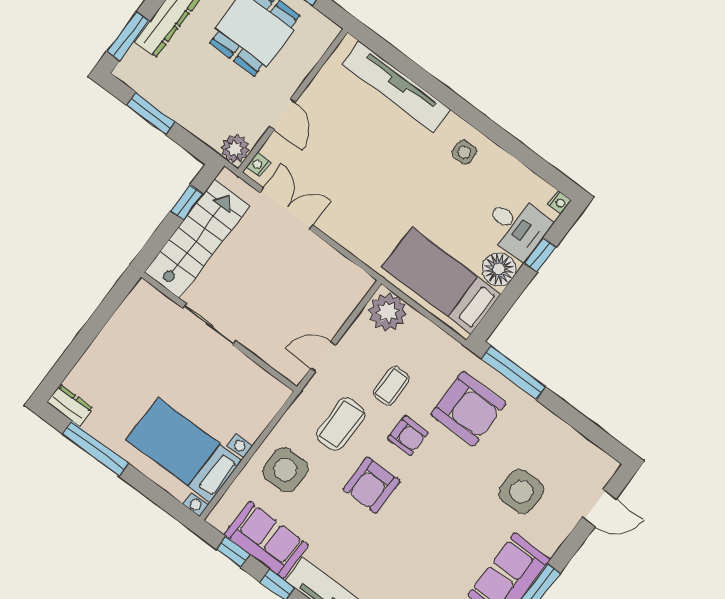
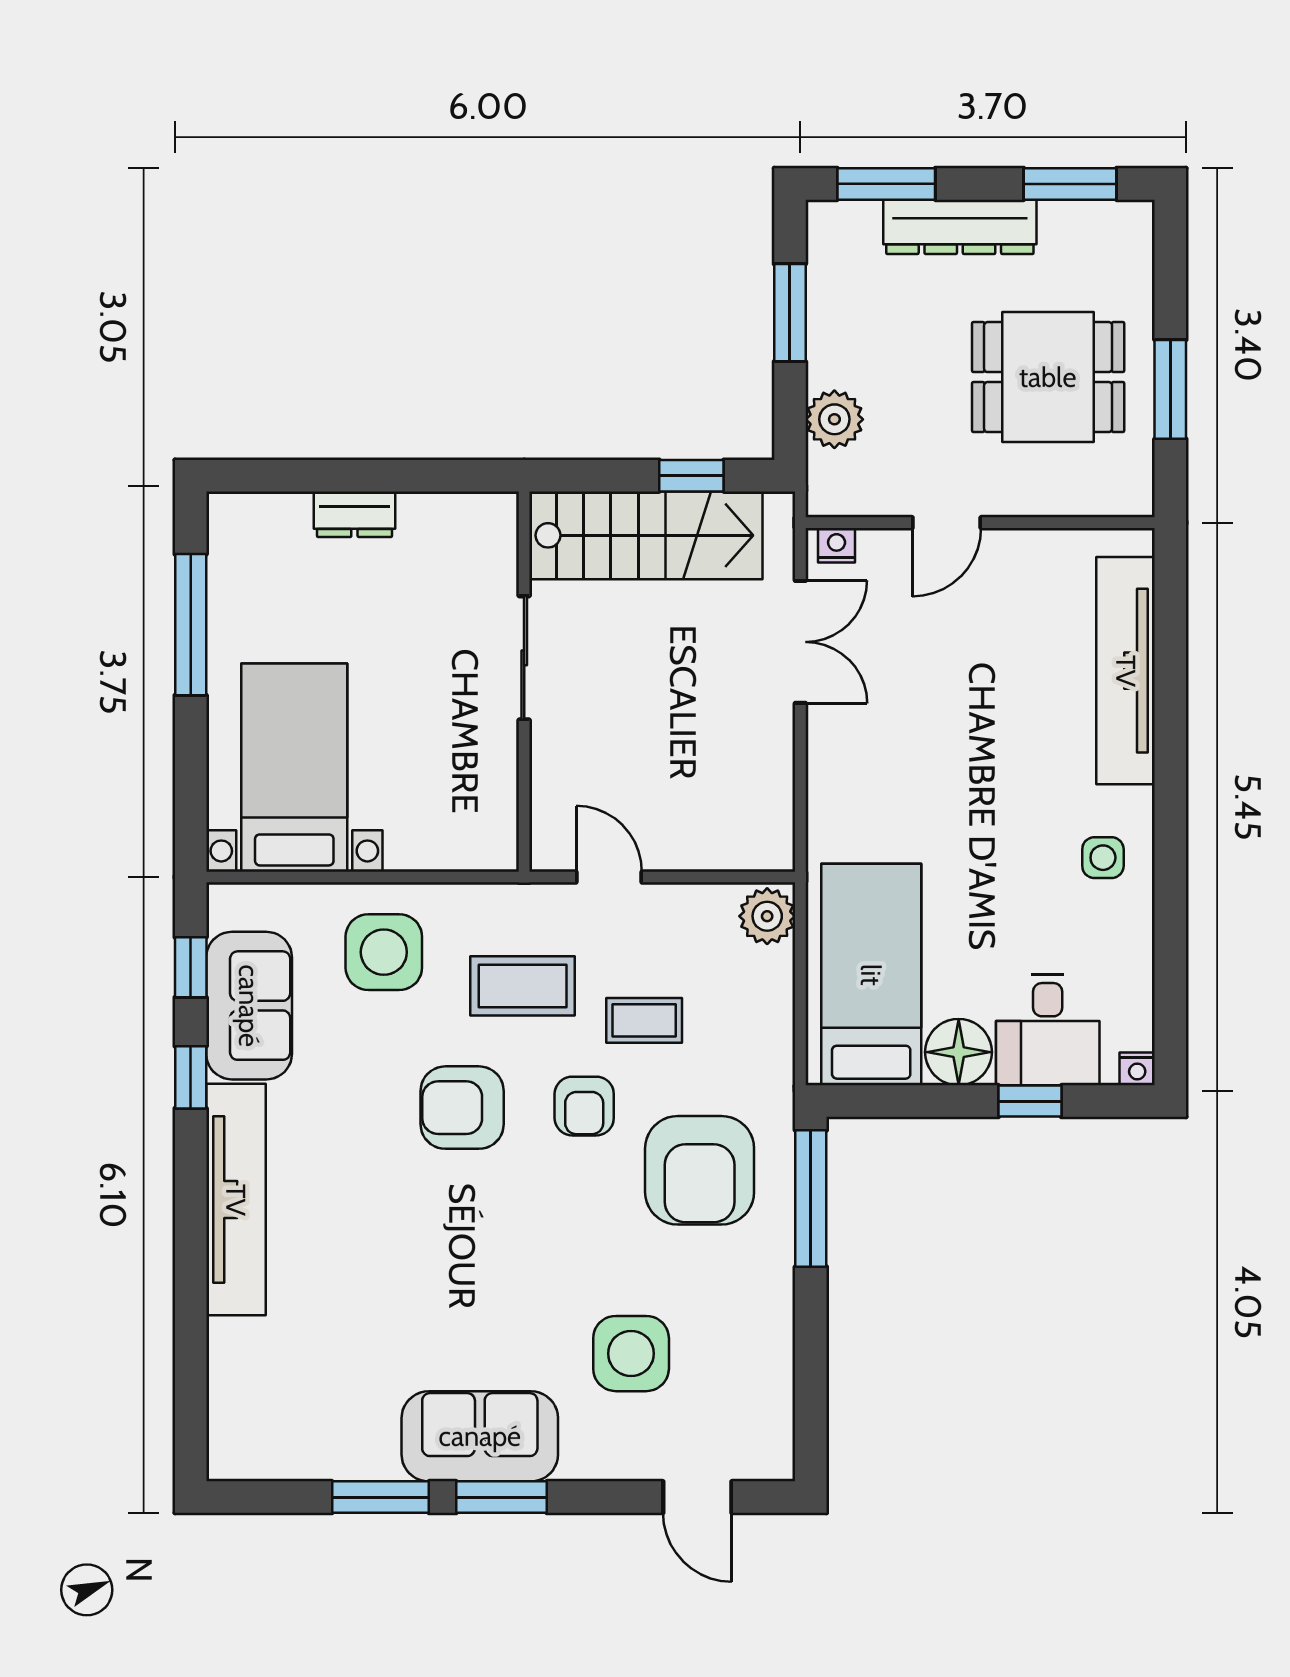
plant: (235, 149) -> (834, 419), moved
plant: (388, 312) -> (767, 916), width x0.73, depth x0.73
dresser: (70, 405) -> (354, 514), moved, turned 90

